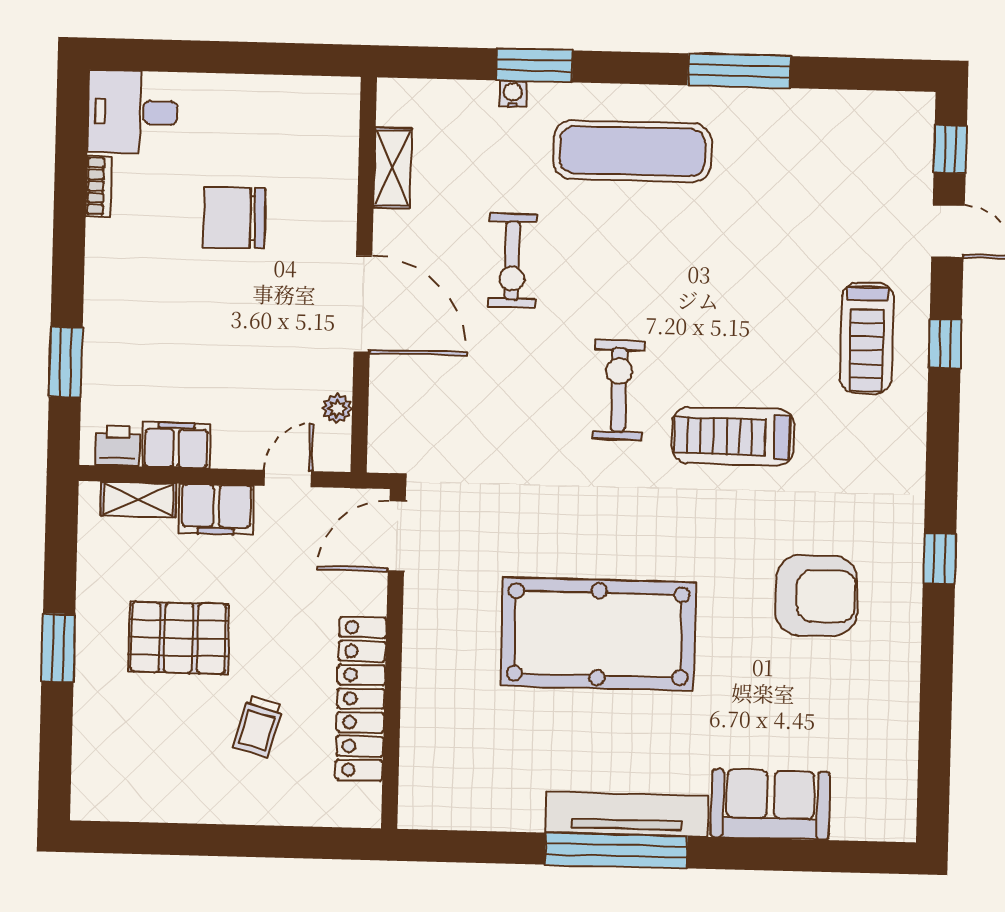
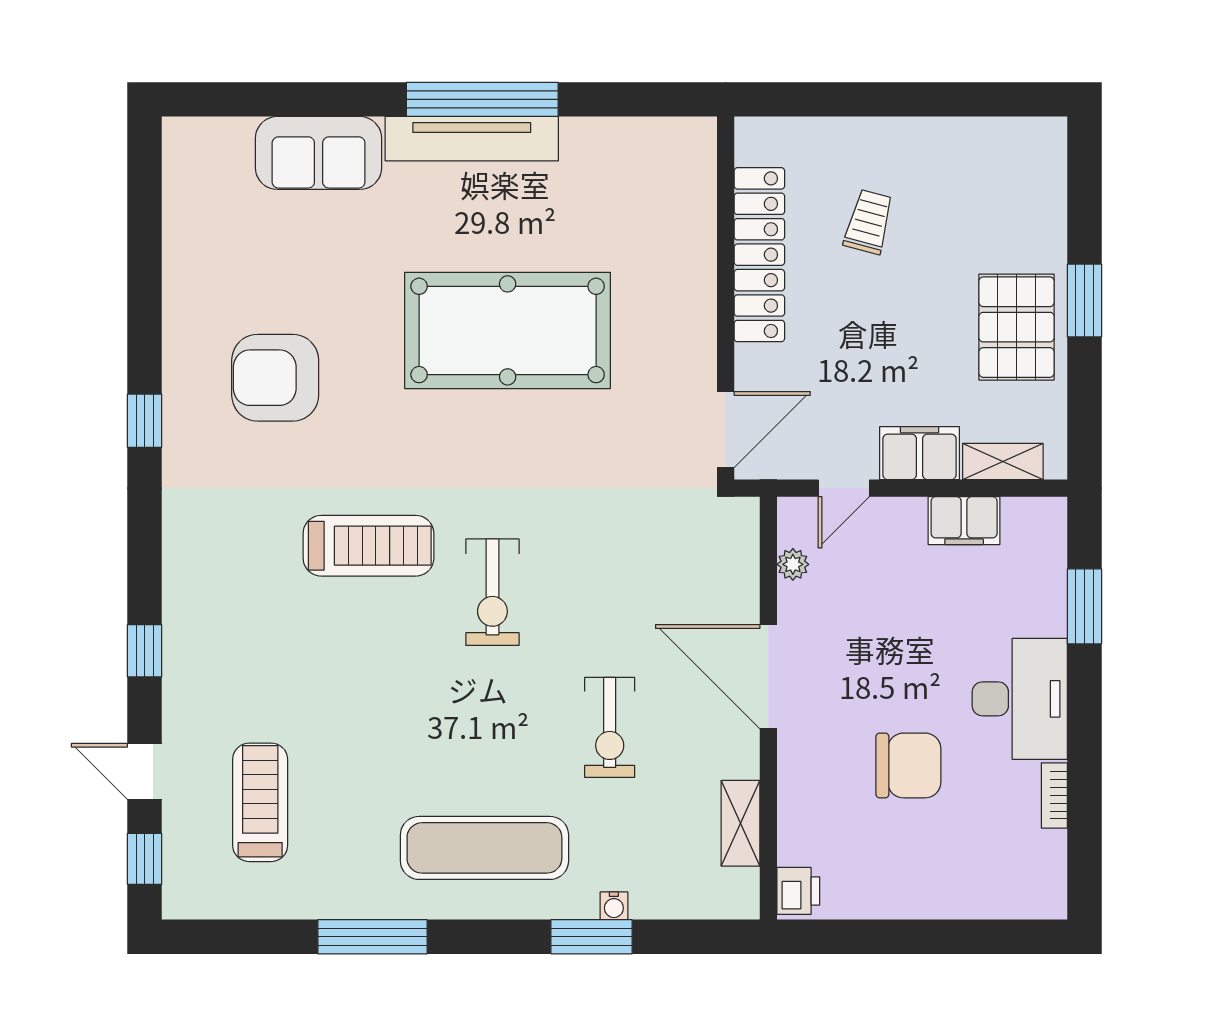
desk: (133, 112) -> (1020, 699), moved, width x1.37
exercise bike: (512, 261) -> (610, 727), turned 180
treadmill: (867, 338) -> (260, 802), moved
printer: (118, 446) -> (798, 891), moved, turned -90
pallet: (179, 638) -> (1017, 327), moved, turned 90

